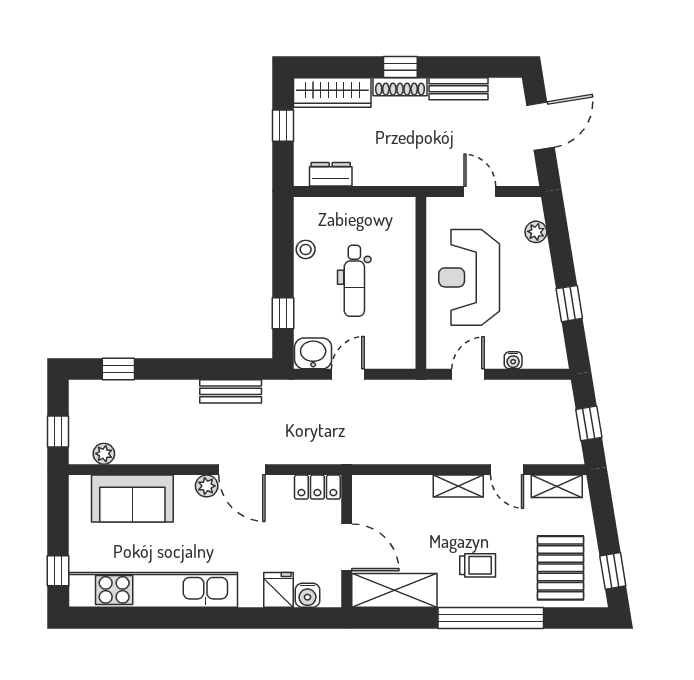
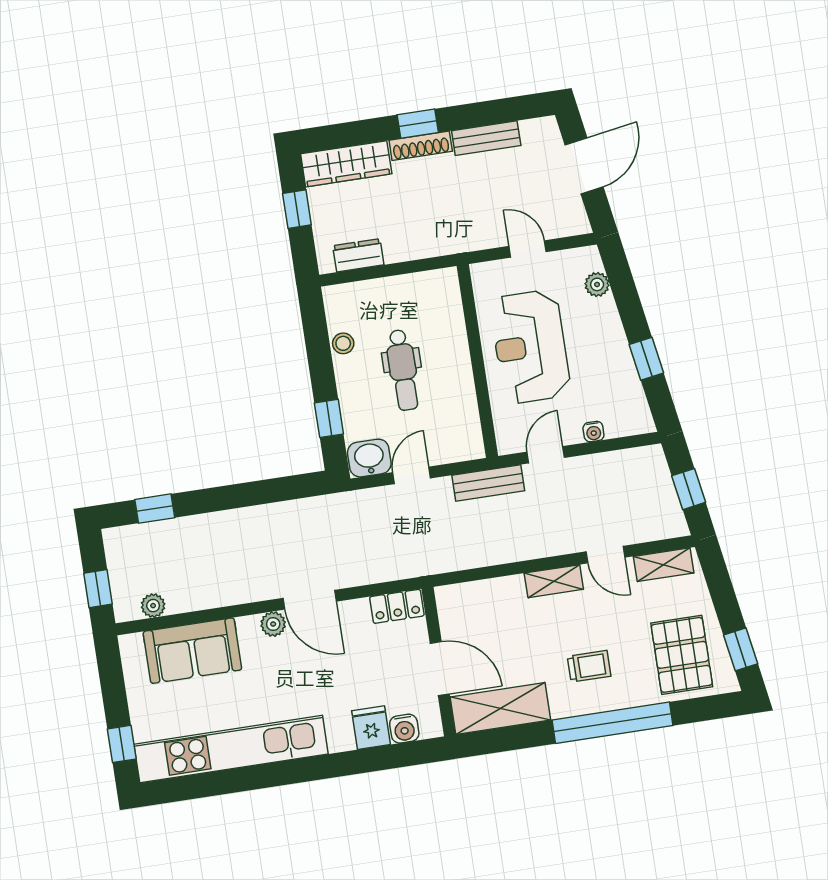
bench: (231, 391) -> (488, 483), moved

